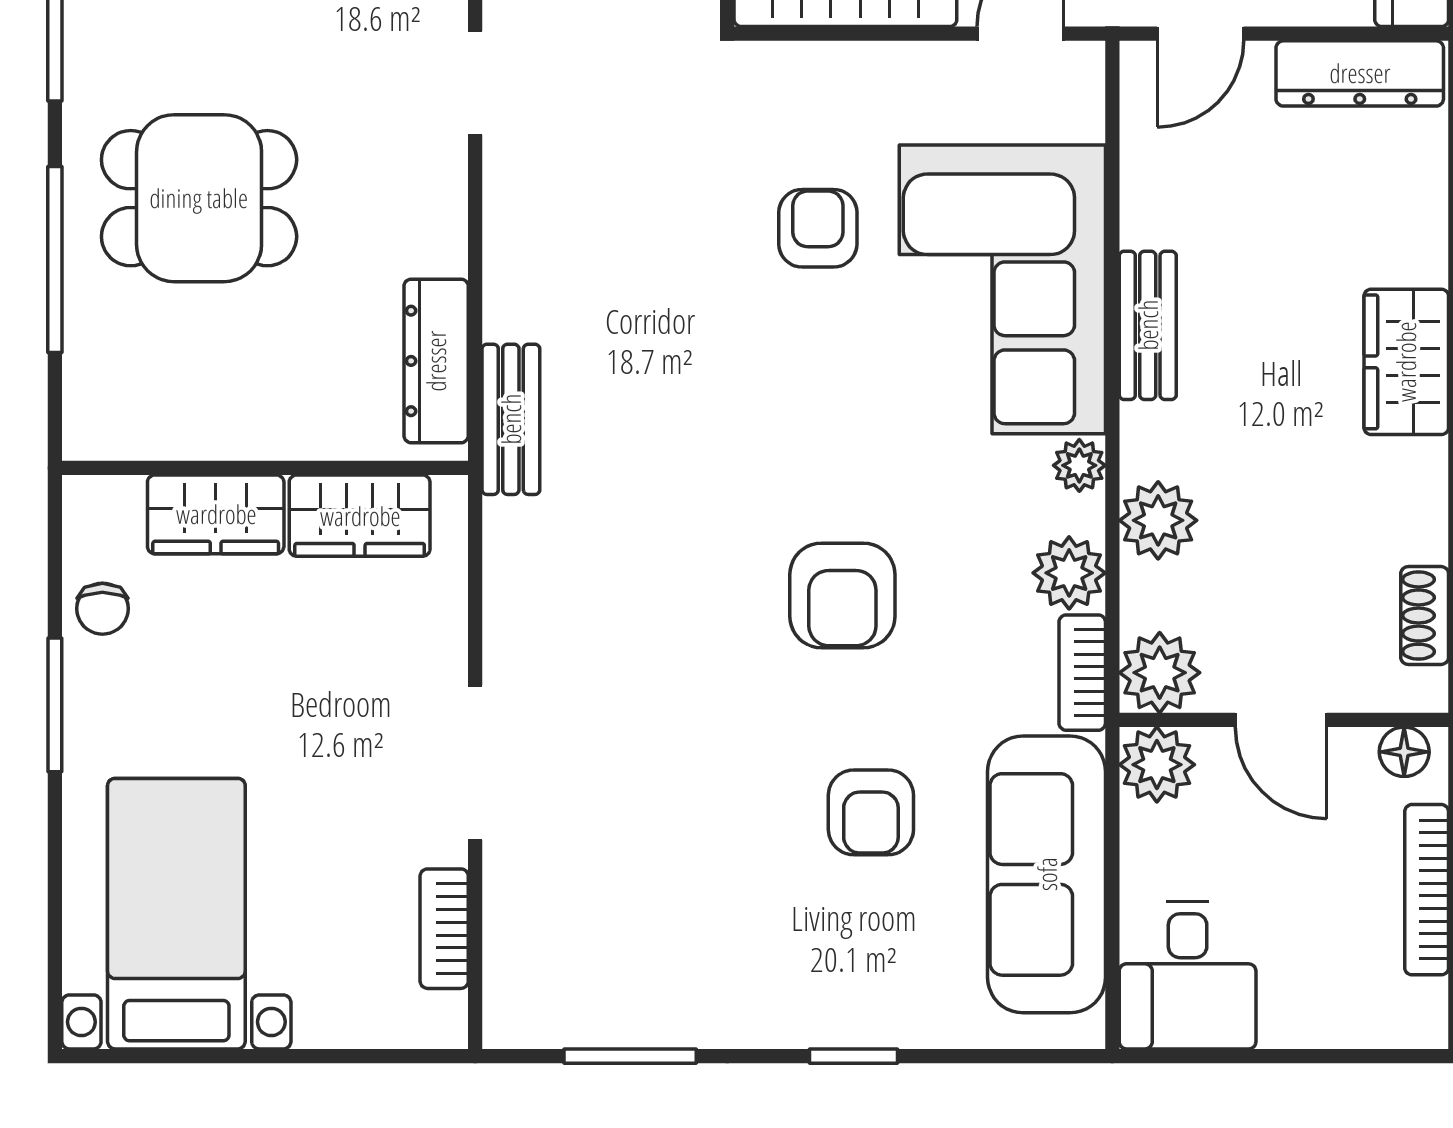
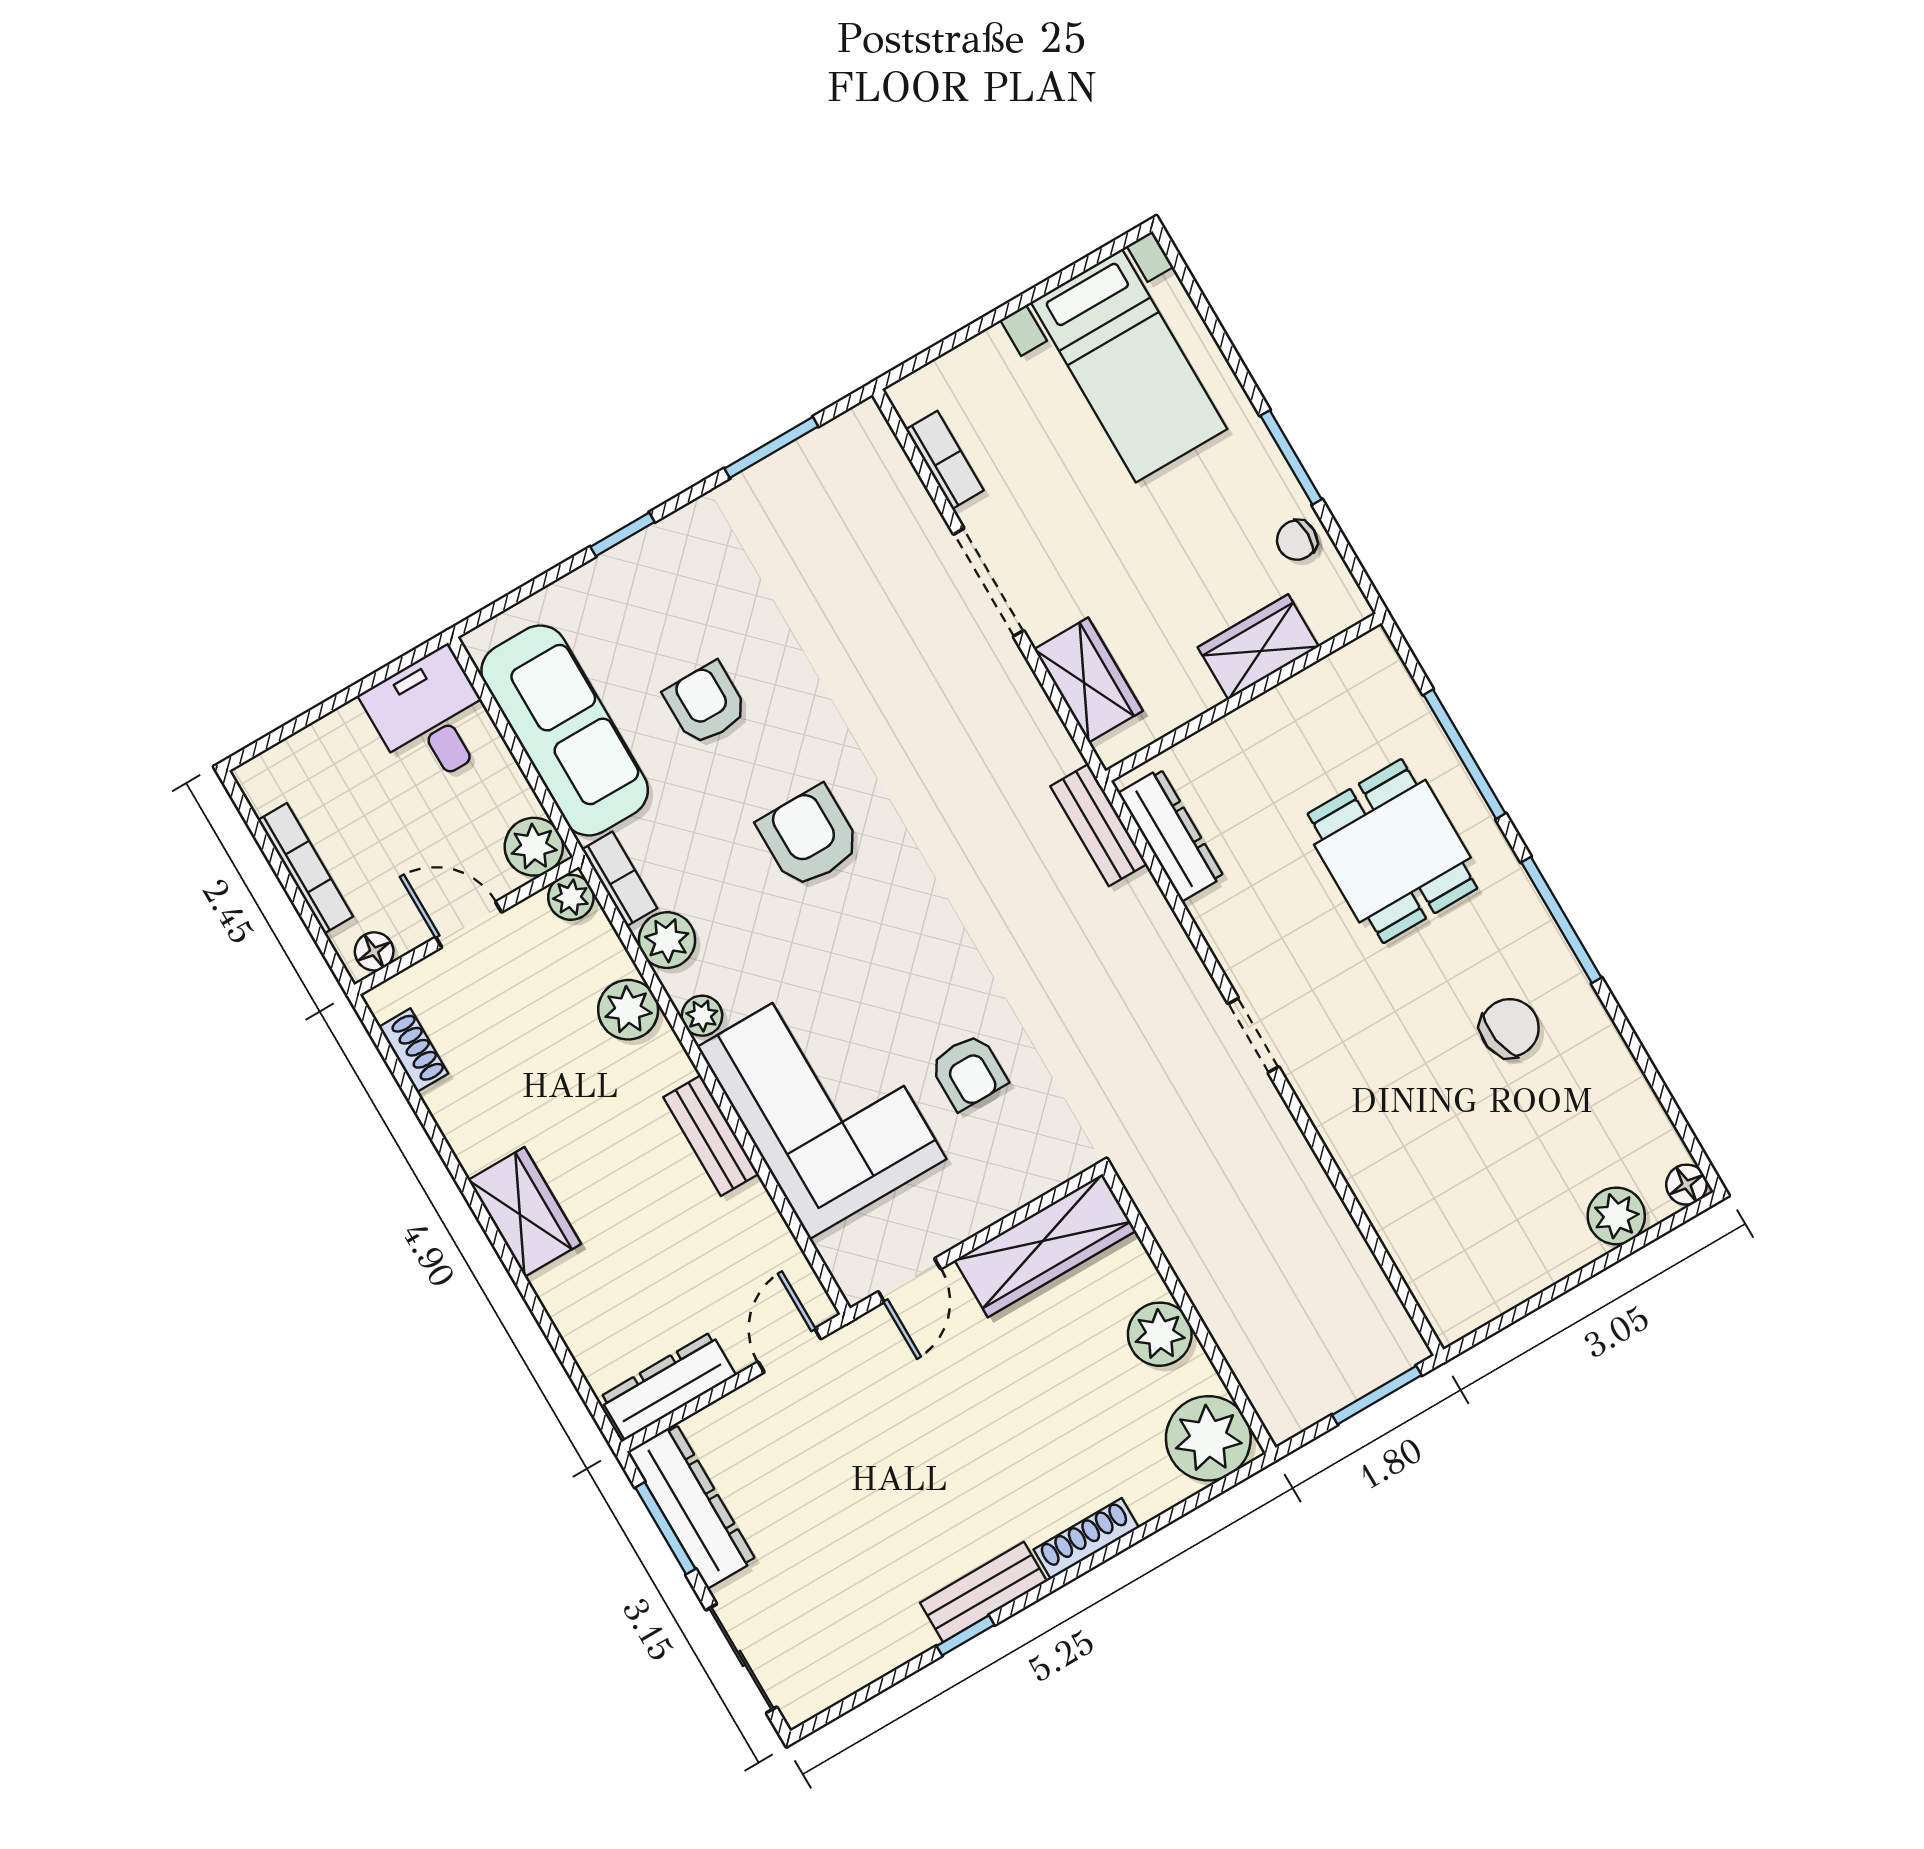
dining table: (199, 198) -> (1392, 851), turned 90
wardrobe: (360, 516) -> (1088, 680), moved, turned 90
chair: (102, 609) -> (1297, 540), turned -90
plant: (1160, 673) -> (571, 897), width x0.73, depth x0.73

